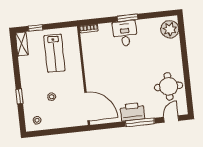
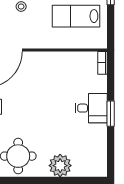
plant: (170, 29) -> (60, 166), moved

